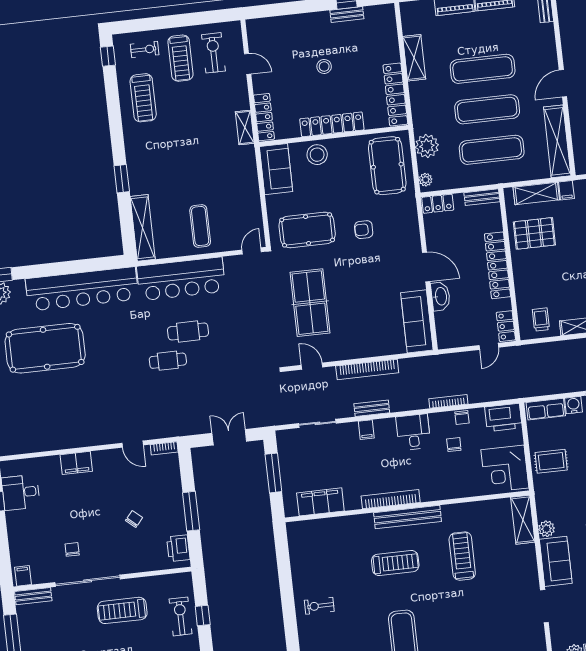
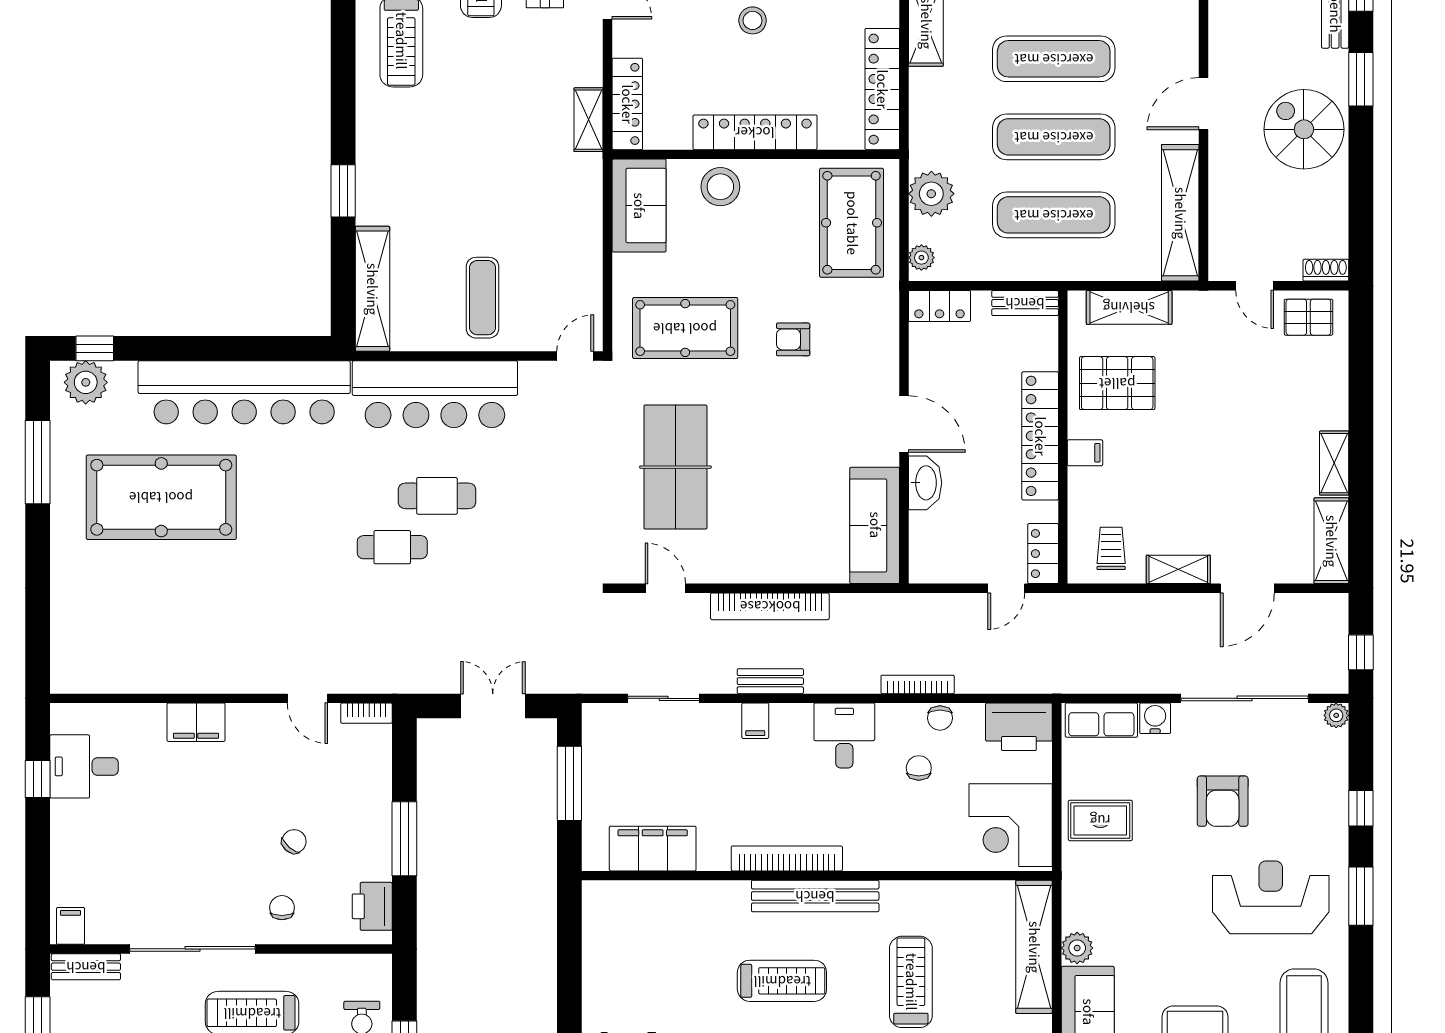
filing cabinet: (566, 190) -> (1085, 453), moved, turned -90
shelving: (523, 520) -> (1034, 947), width x1.47
chair: (72, 549) -> (282, 908), moved

